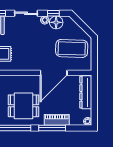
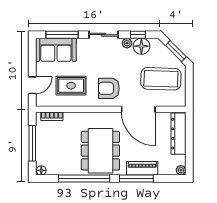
window: (84, 26) -> (176, 51), added
armchair: (30, 56) -> (109, 88), added
door: (54, 73) -> (138, 109), hinge flipped
dining table: (23, 106) -> (100, 151), width x1.38

